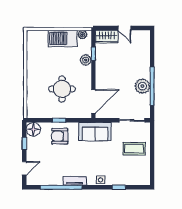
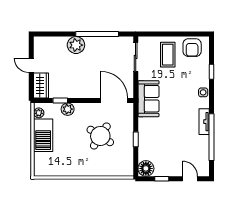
door: (124, 28) -> (31, 65), swing flipped
plant: (142, 86) -> (76, 45), moved
round table: (62, 89) -> (100, 136), turned 33
armchair: (60, 136) -> (192, 48), moved

